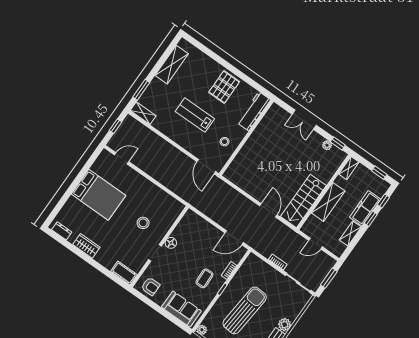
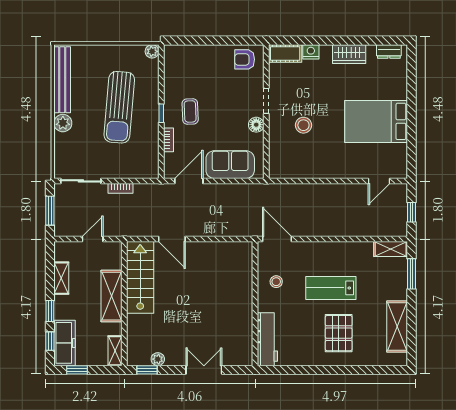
pallet: (224, 87) -> (339, 333), moved
lab bench: (195, 115) -> (331, 288), turned 180
freezer: (365, 208) -> (65, 343), moved
nightstand: (108, 263) -> (311, 52), added
sofa: (181, 309) -> (230, 165), moved, turned 180

